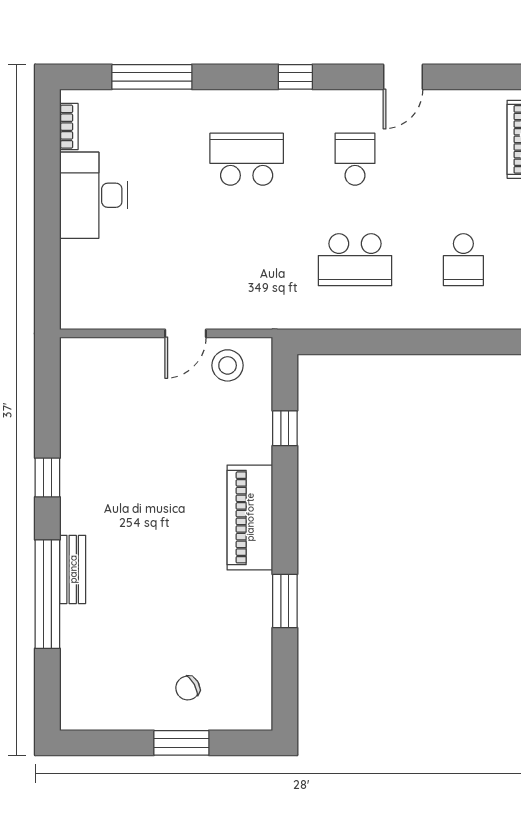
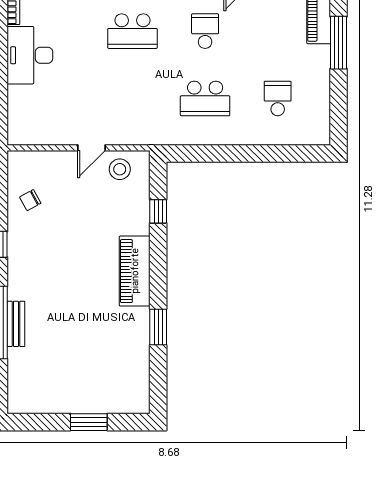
school desk: (247, 159) -> (132, 31), turned 180
school desk: (463, 260) -> (278, 98), turned 180
bench: (73, 569) -> (16, 324), moved
chair: (188, 688) -> (30, 200), moved

